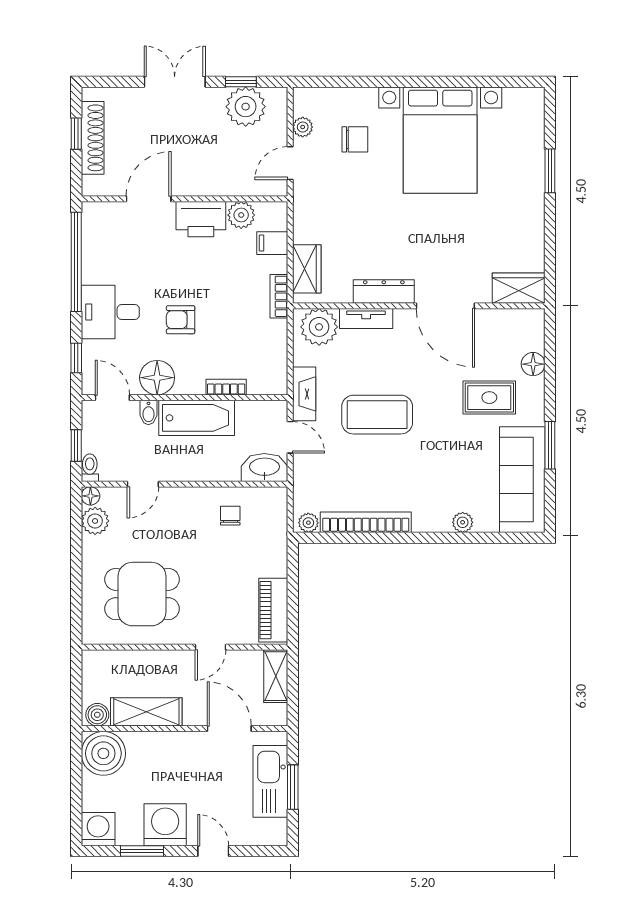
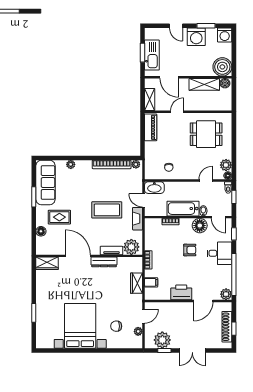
plant: (241, 215) -> (226, 294), moved
wardrobe: (307, 269) -> (136, 283), moved

